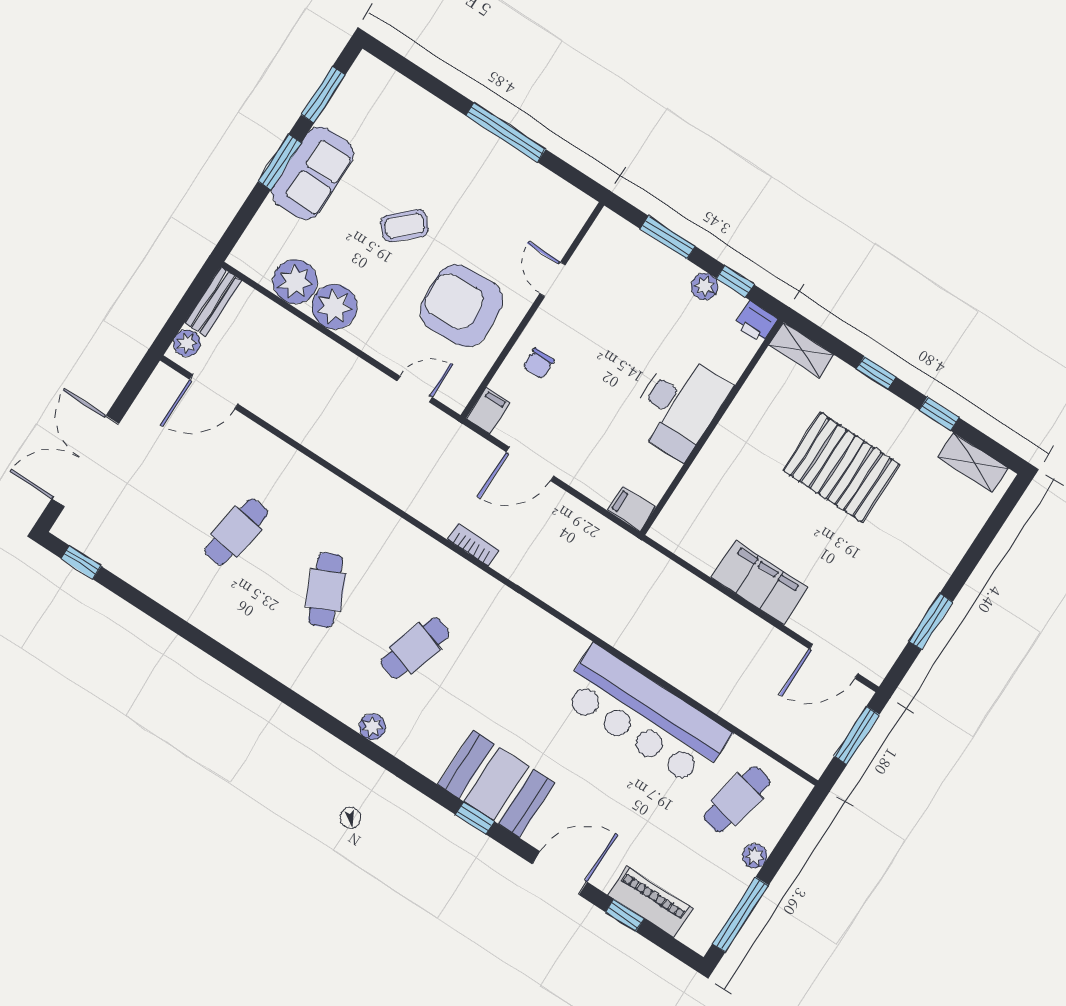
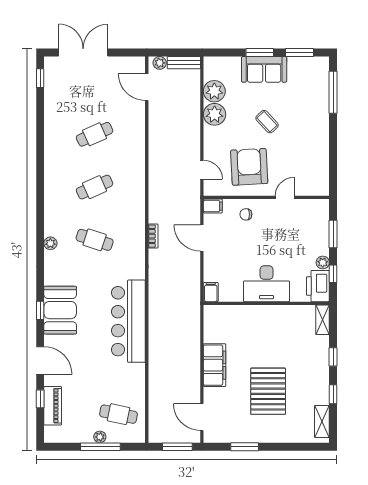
window: (506, 132) -> (333, 92), moved
printer: (756, 322) -> (318, 286), width x1.87, depth x1.48
pallet: (841, 467) -> (268, 391), moved
cafe table: (236, 532) -> (95, 134), turned -33
bar counter: (645, 716) -> (128, 321), moved
window: (740, 914) -> (100, 447), moved

